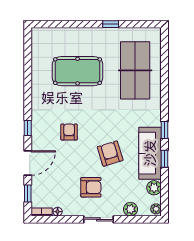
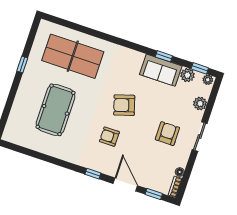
window: (165, 130) -> (200, 68), moved
sofa: (150, 153) -> (161, 70), width x0.73
armchair: (110, 154) -> (124, 105), moved

